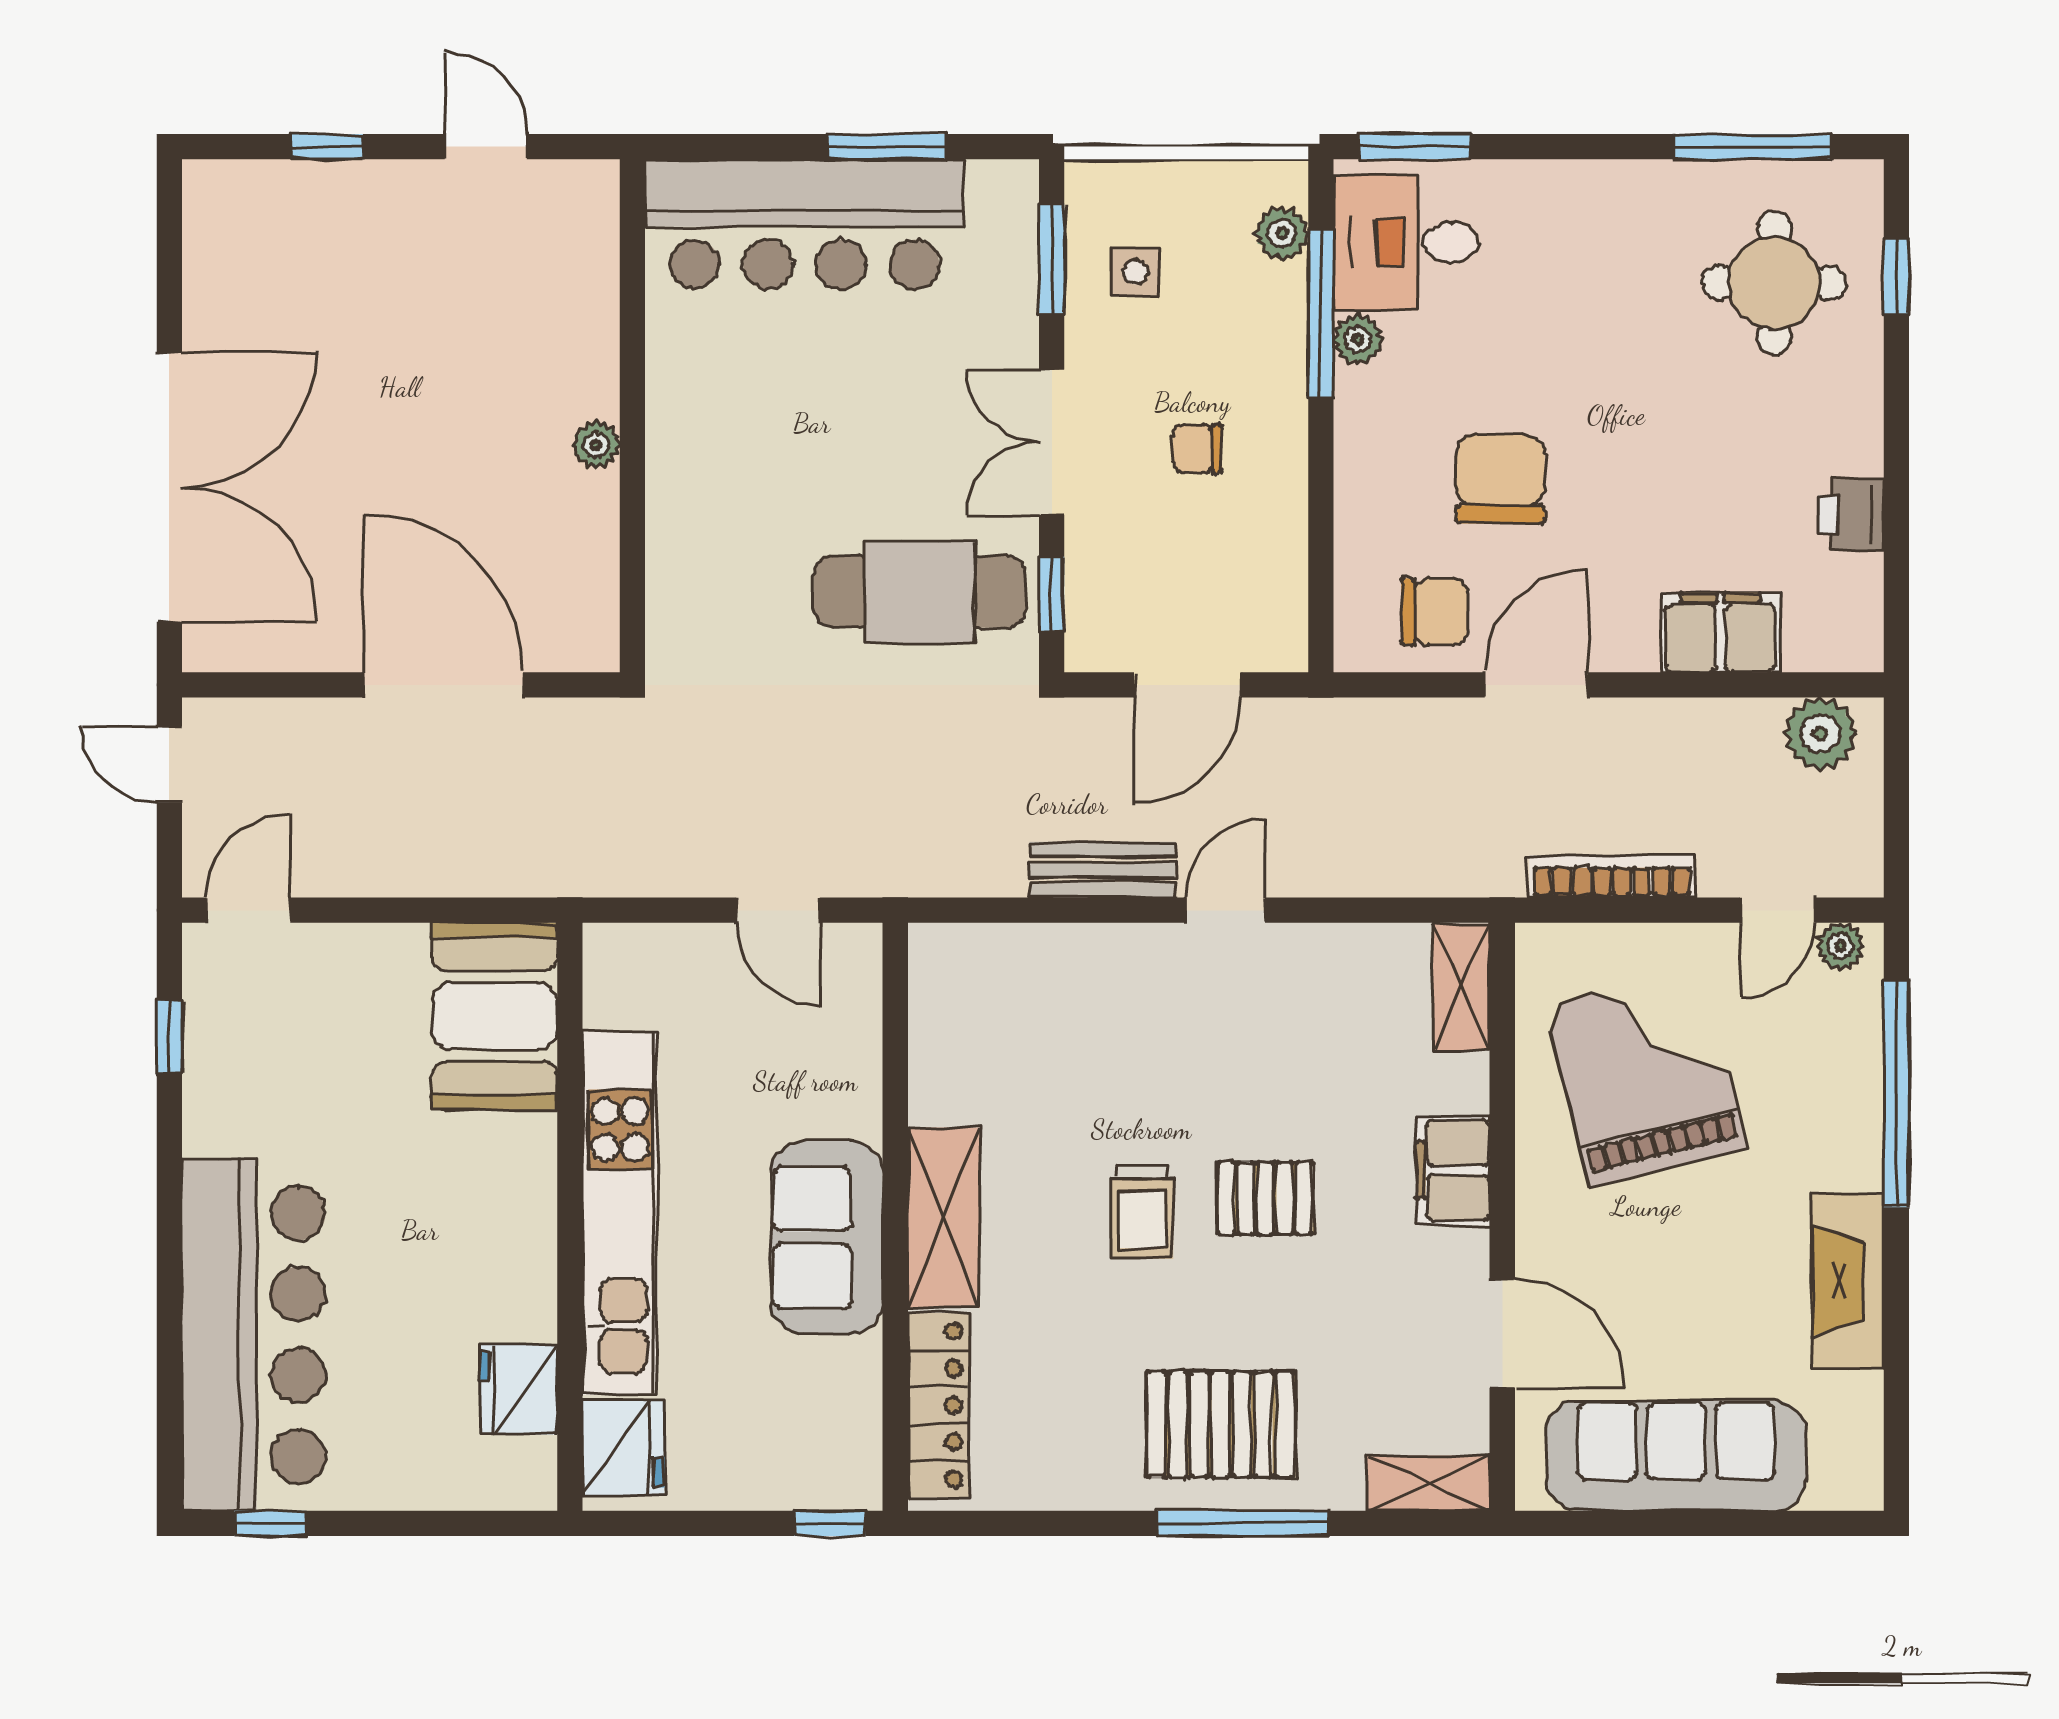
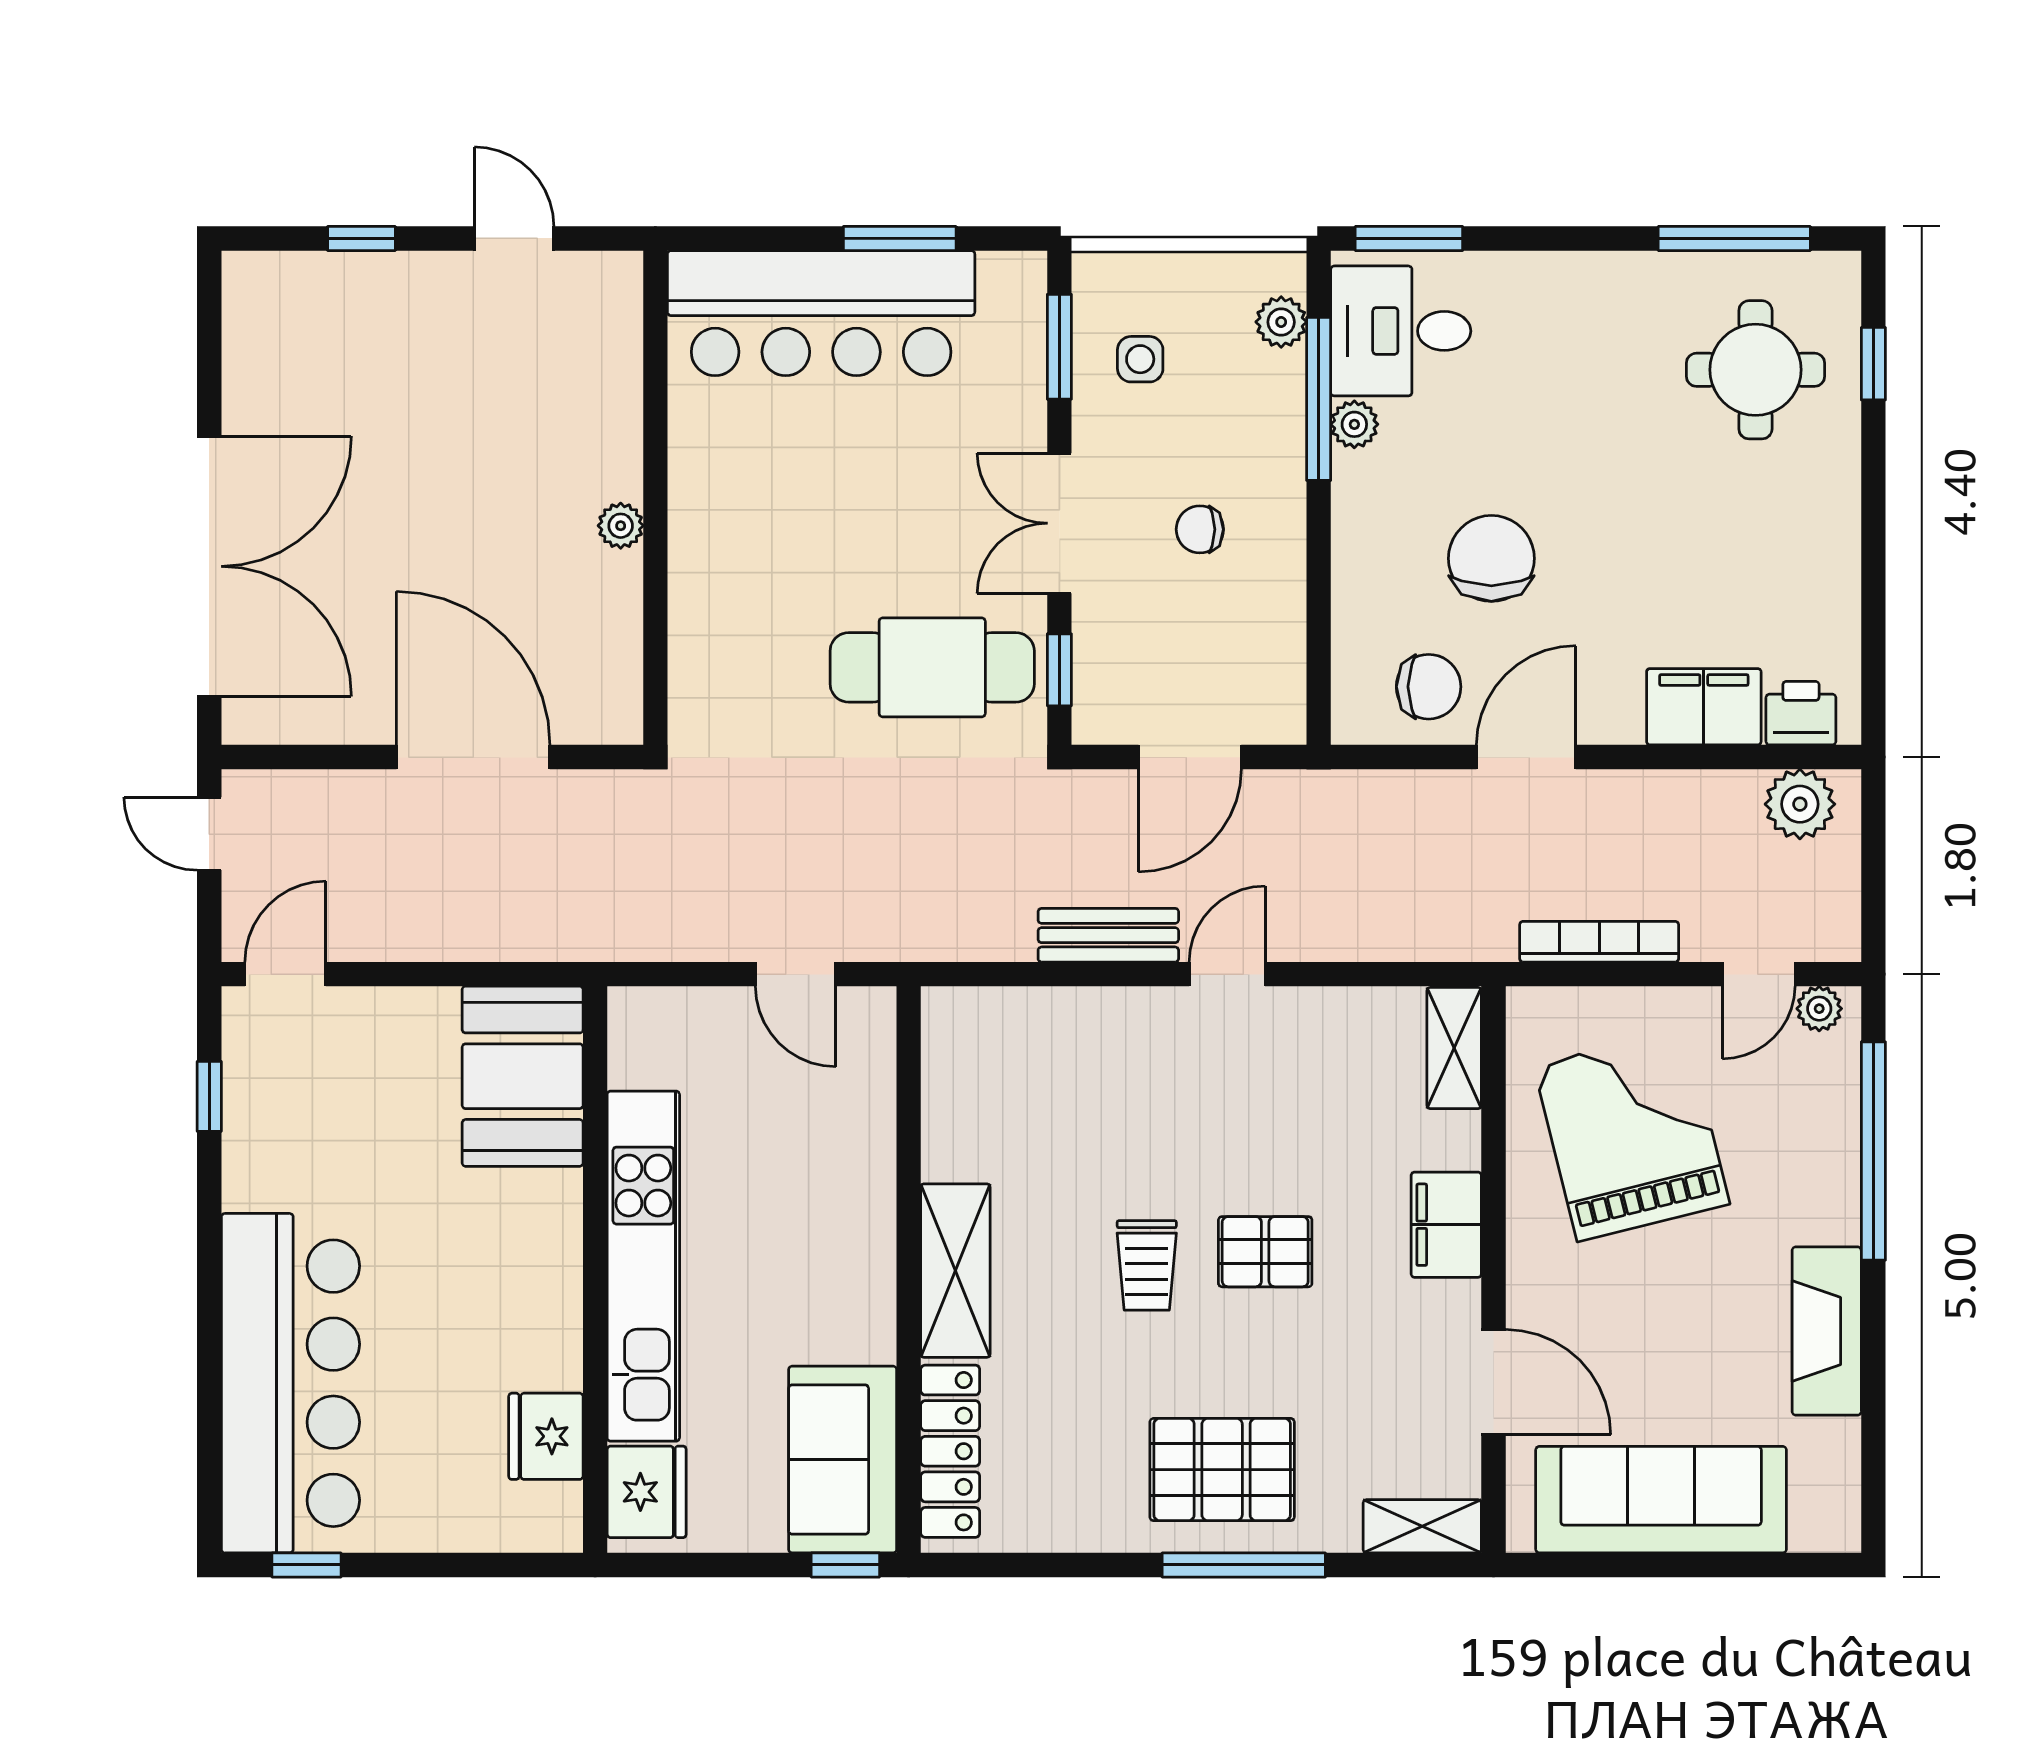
printer: (1851, 515) -> (1801, 713), moved, turned 90
sofa: (827, 1238) -> (843, 1460), moved

